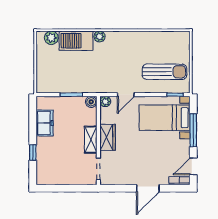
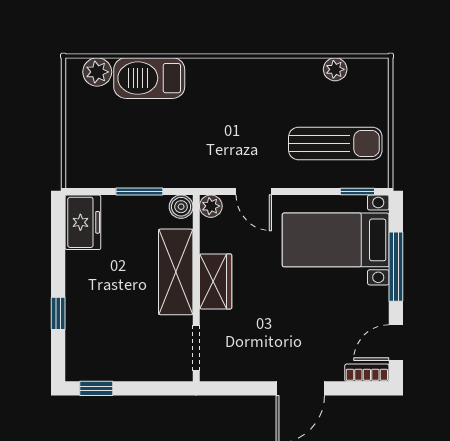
plant: (99, 37) -> (335, 69), moved
door: (126, 95) -> (254, 192), hinge flipped
freezer: (45, 123) -> (83, 222), moved
shelving: (91, 140) -> (176, 272), width x1.50, depth x1.33
window: (51, 188) -> (96, 388), added

